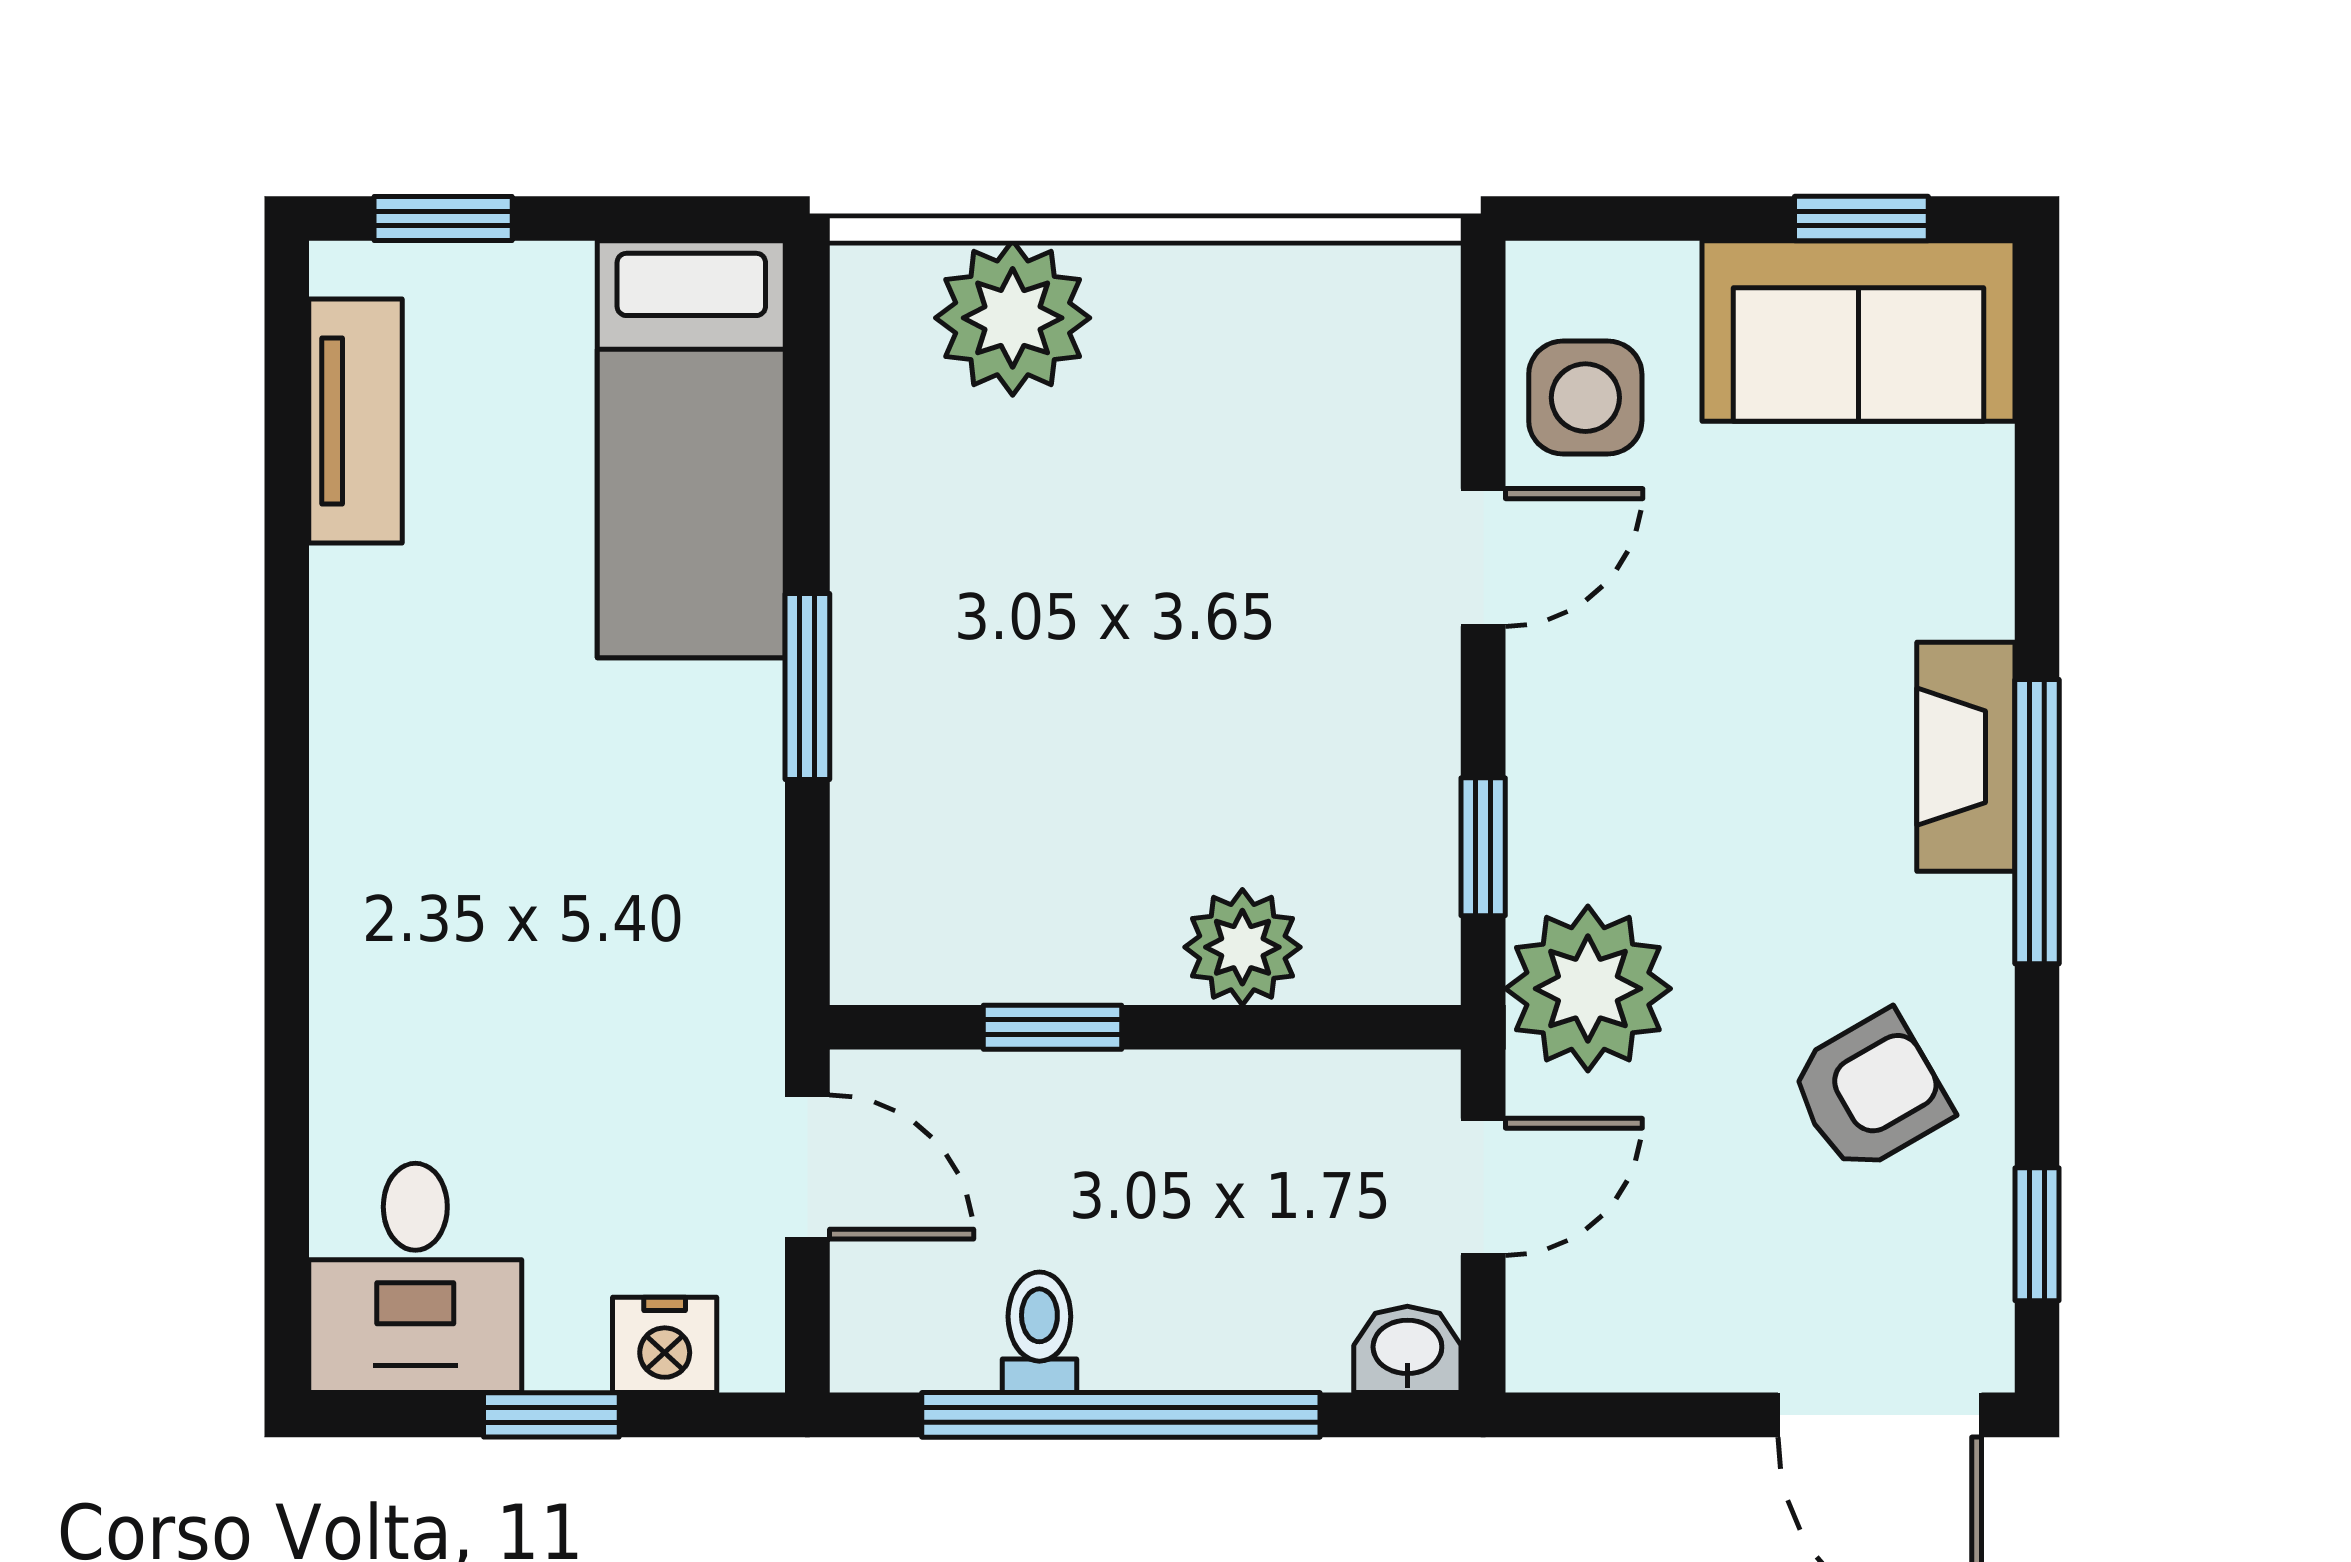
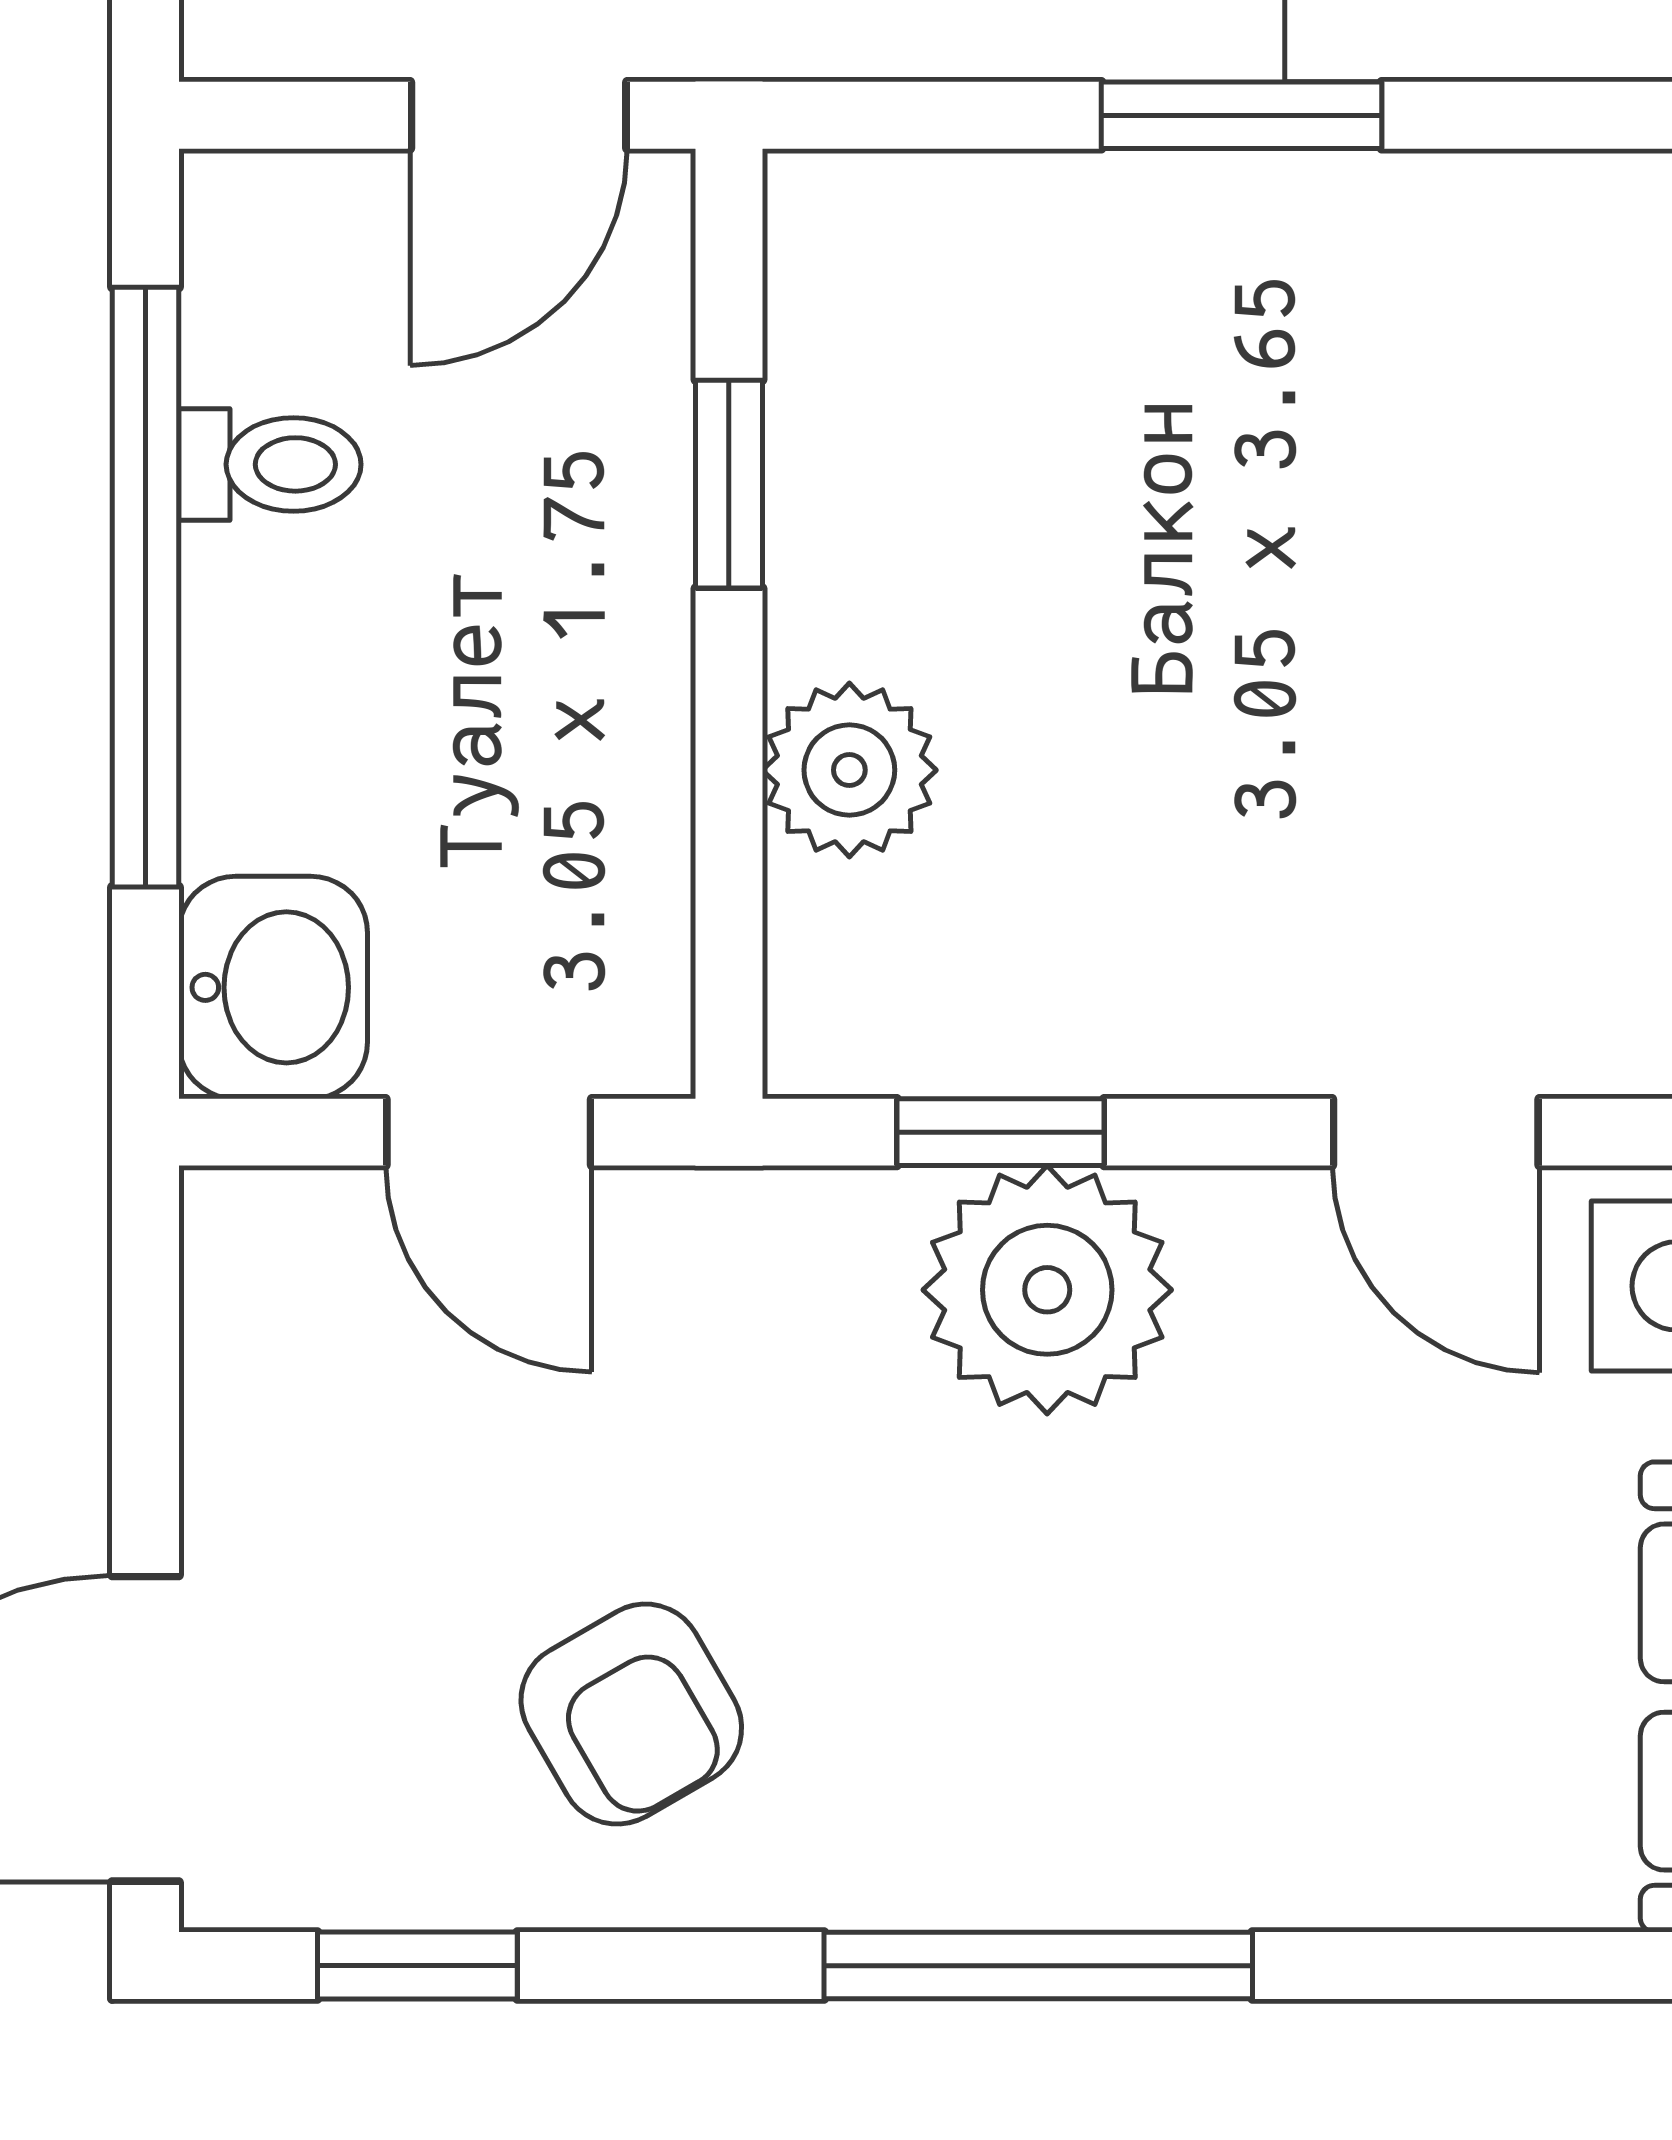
fireplace: (1966, 757) -> (1136, 1859), removed
plant: (1588, 989) -> (1047, 1290), moved
washbasin: (1407, 1349) -> (273, 987), width x1.38, depth x1.45

